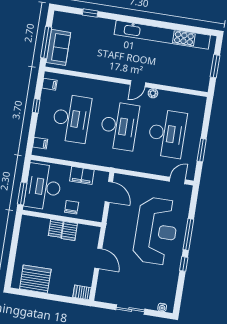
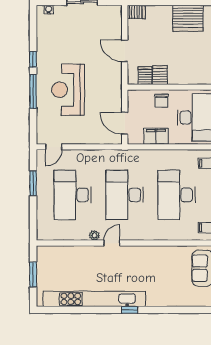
window: (90, 13) -> (130, 310), moved
server rack: (56, 228) -> (145, 76), moved
reception desk: (156, 231) -> (68, 90), width x0.74, depth x0.77

